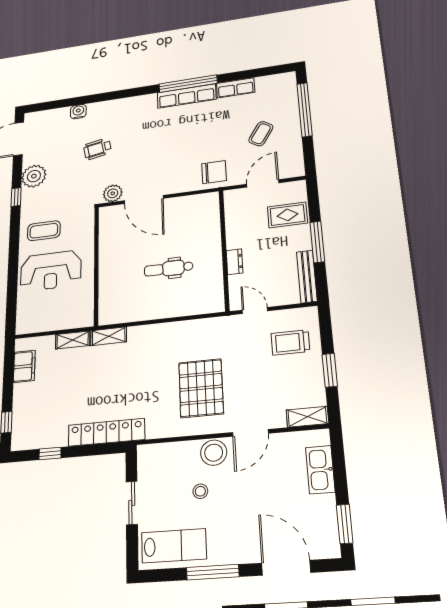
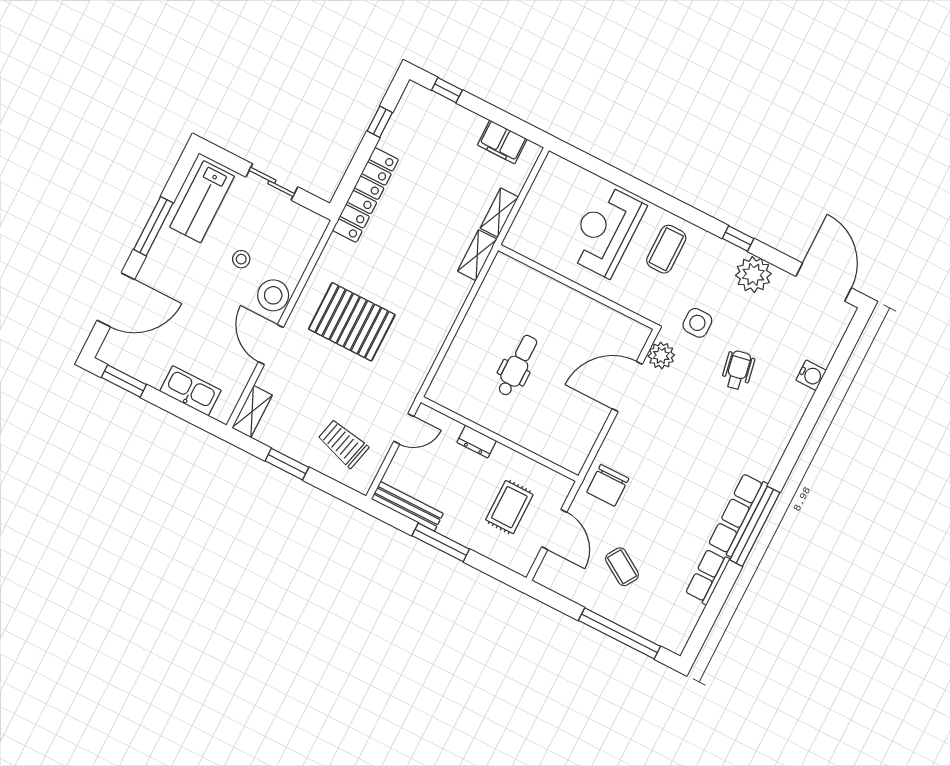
side table: (81, 187) -> (697, 323), added
rug: (287, 215) -> (509, 507), moved
trolley: (290, 342) -> (343, 443), turned -76

